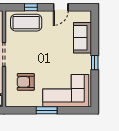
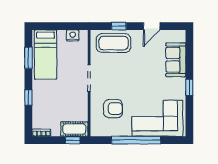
armchair: (26, 82) -> (113, 109), turned 180
window: (47, 110) -> (136, 140), width x2.11

